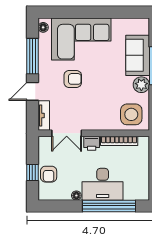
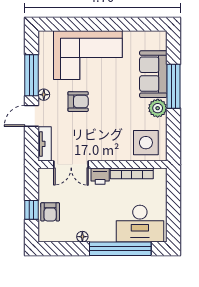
floor lamp: (43, 27) -> (44, 95), moved
desk: (103, 184) -> (140, 224), moved

